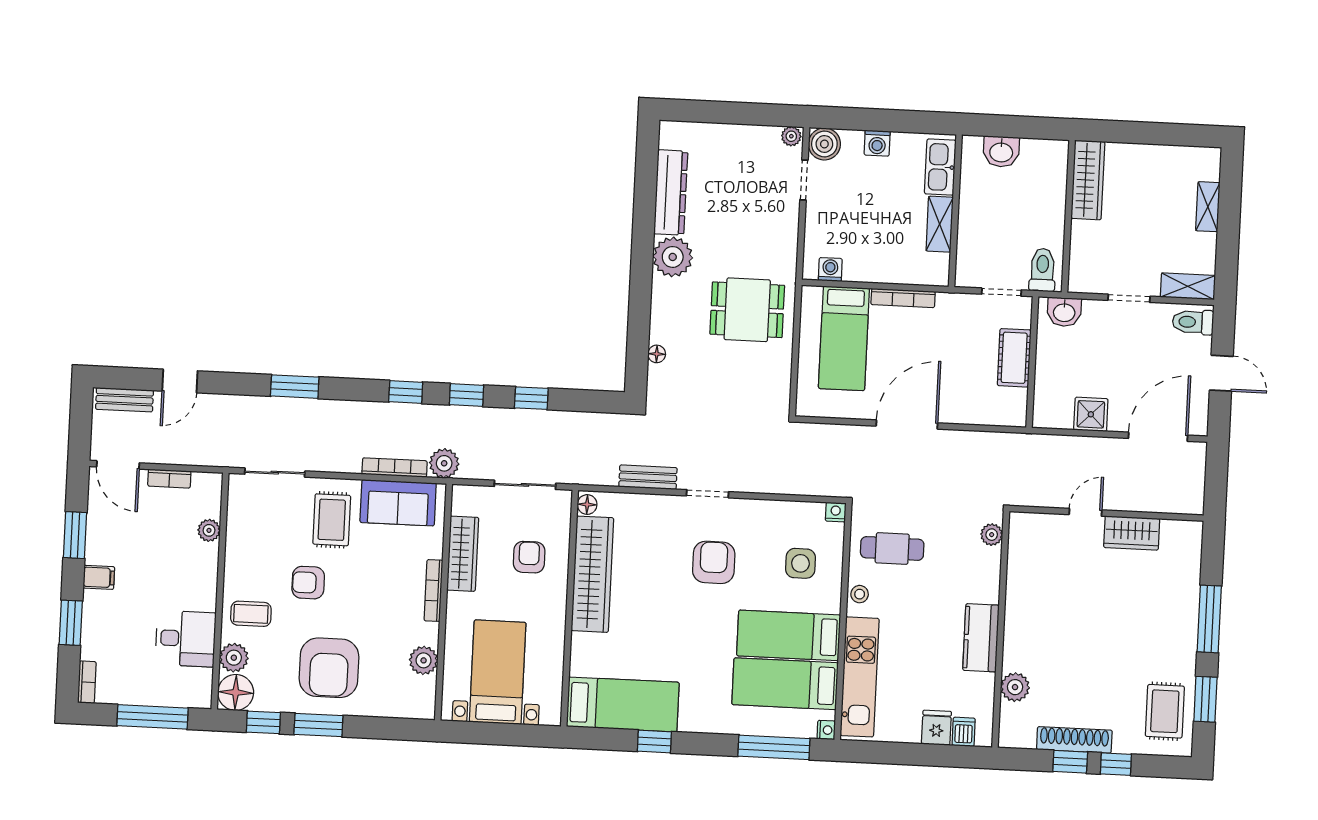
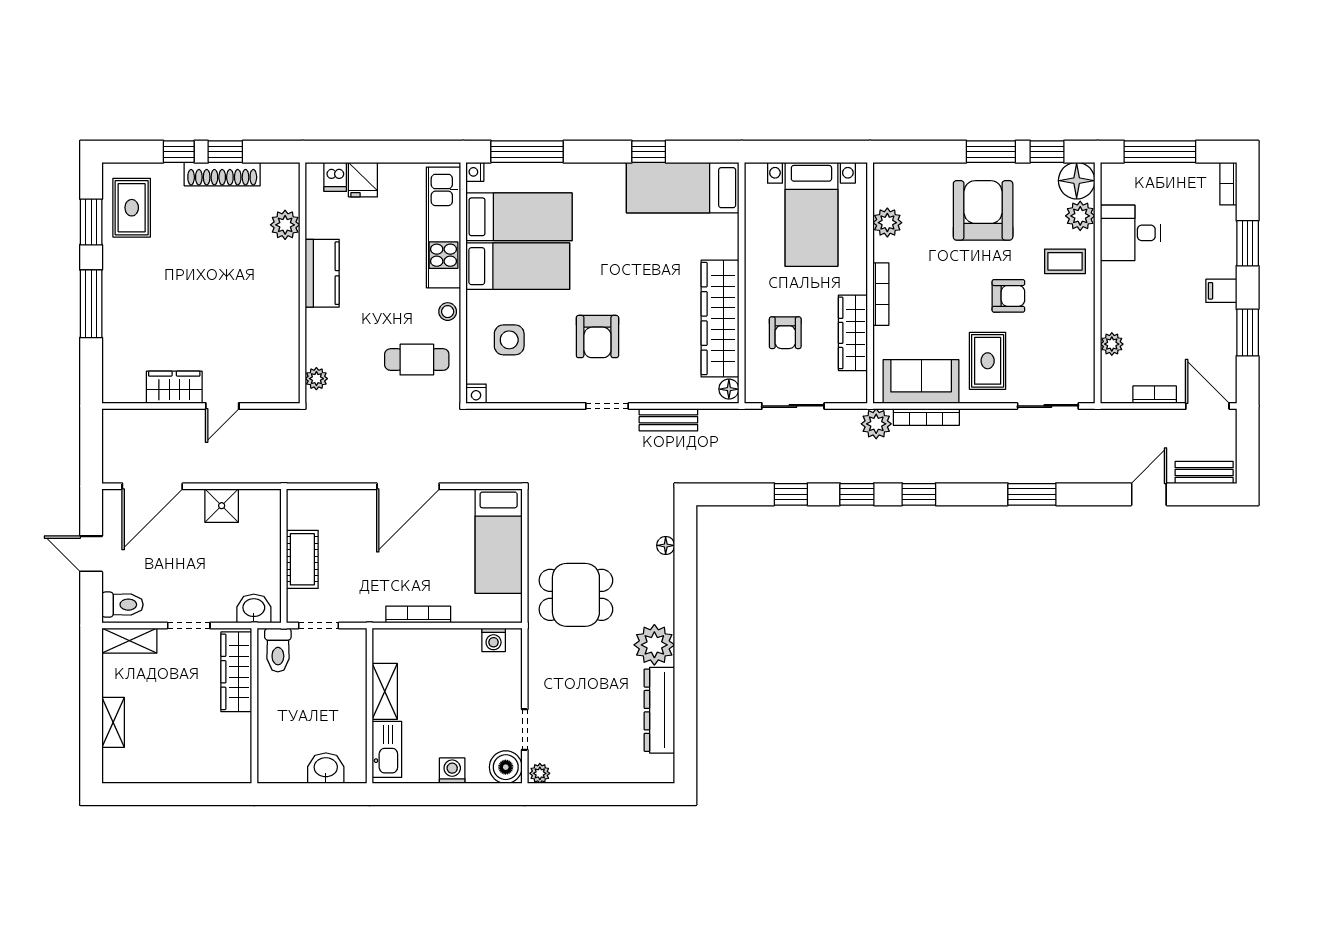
wardrobe: (1088, 180) -> (236, 672), moved
bed: (844, 338) -> (499, 541), moved, turned 180

